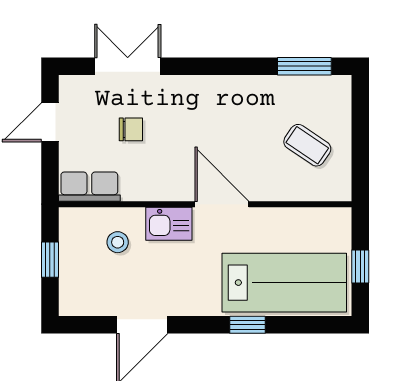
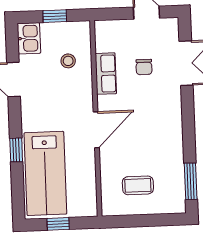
coffee table: (307, 145) -> (138, 185), turned 56
row of seats: (89, 187) -> (106, 74), moved
kitchen sink: (169, 224) -> (29, 38), moved, turned 180

